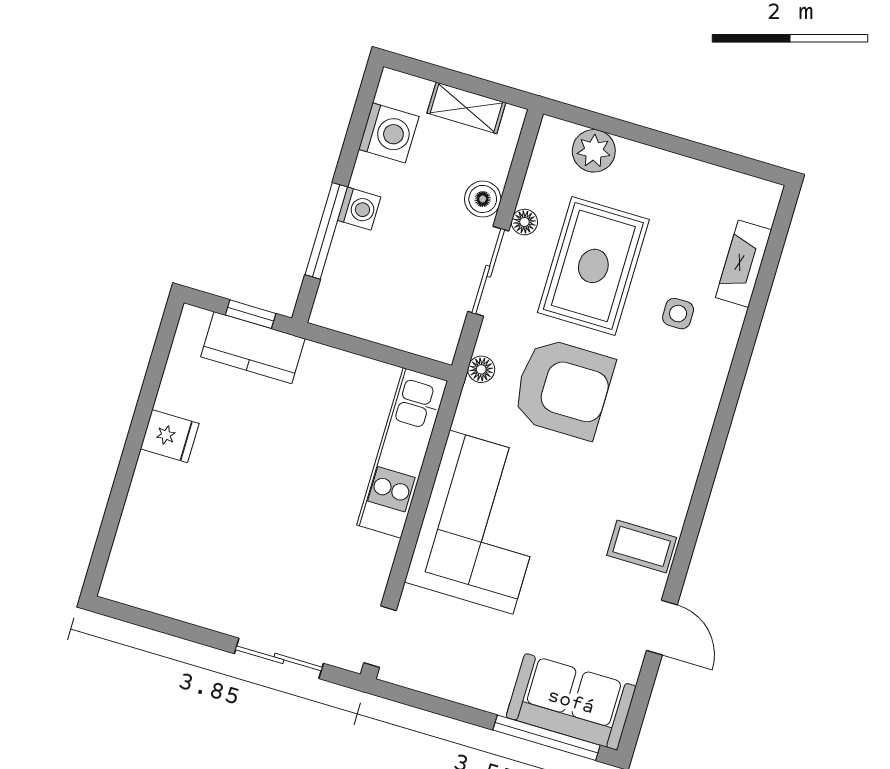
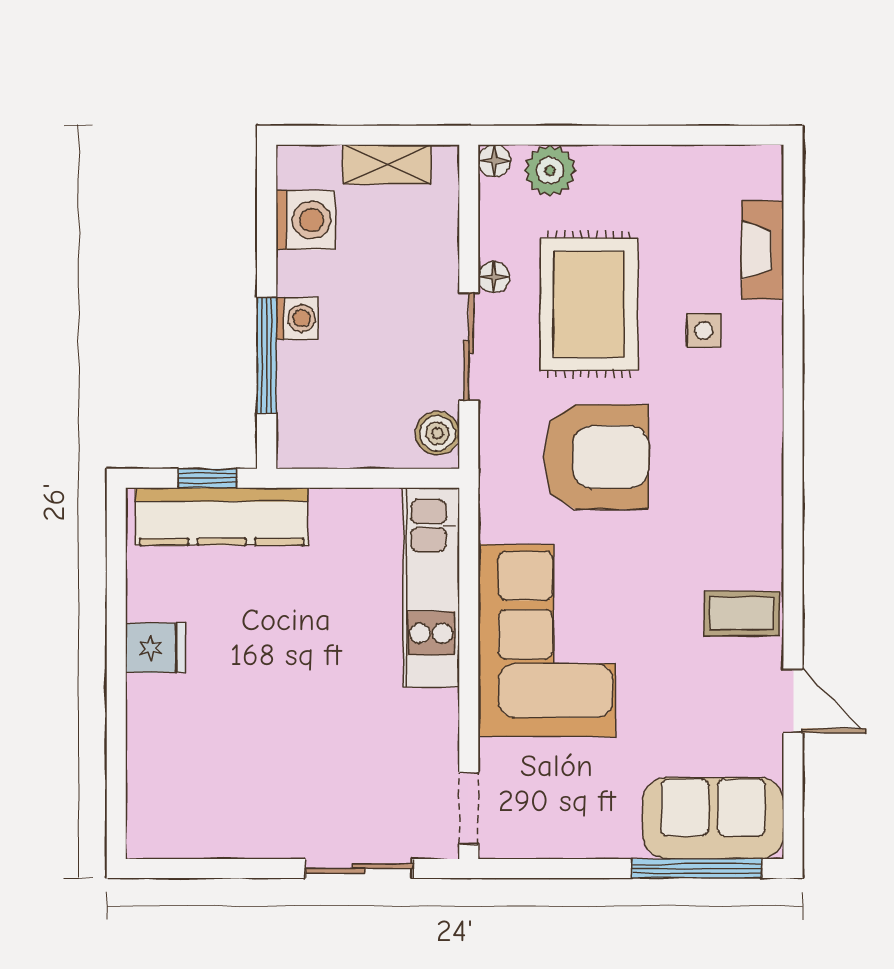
boiler: (483, 199) -> (437, 433), moved
kitchen counter: (253, 348) -> (222, 516), width x1.50
floor lamp: (481, 369) -> (494, 161), moved

